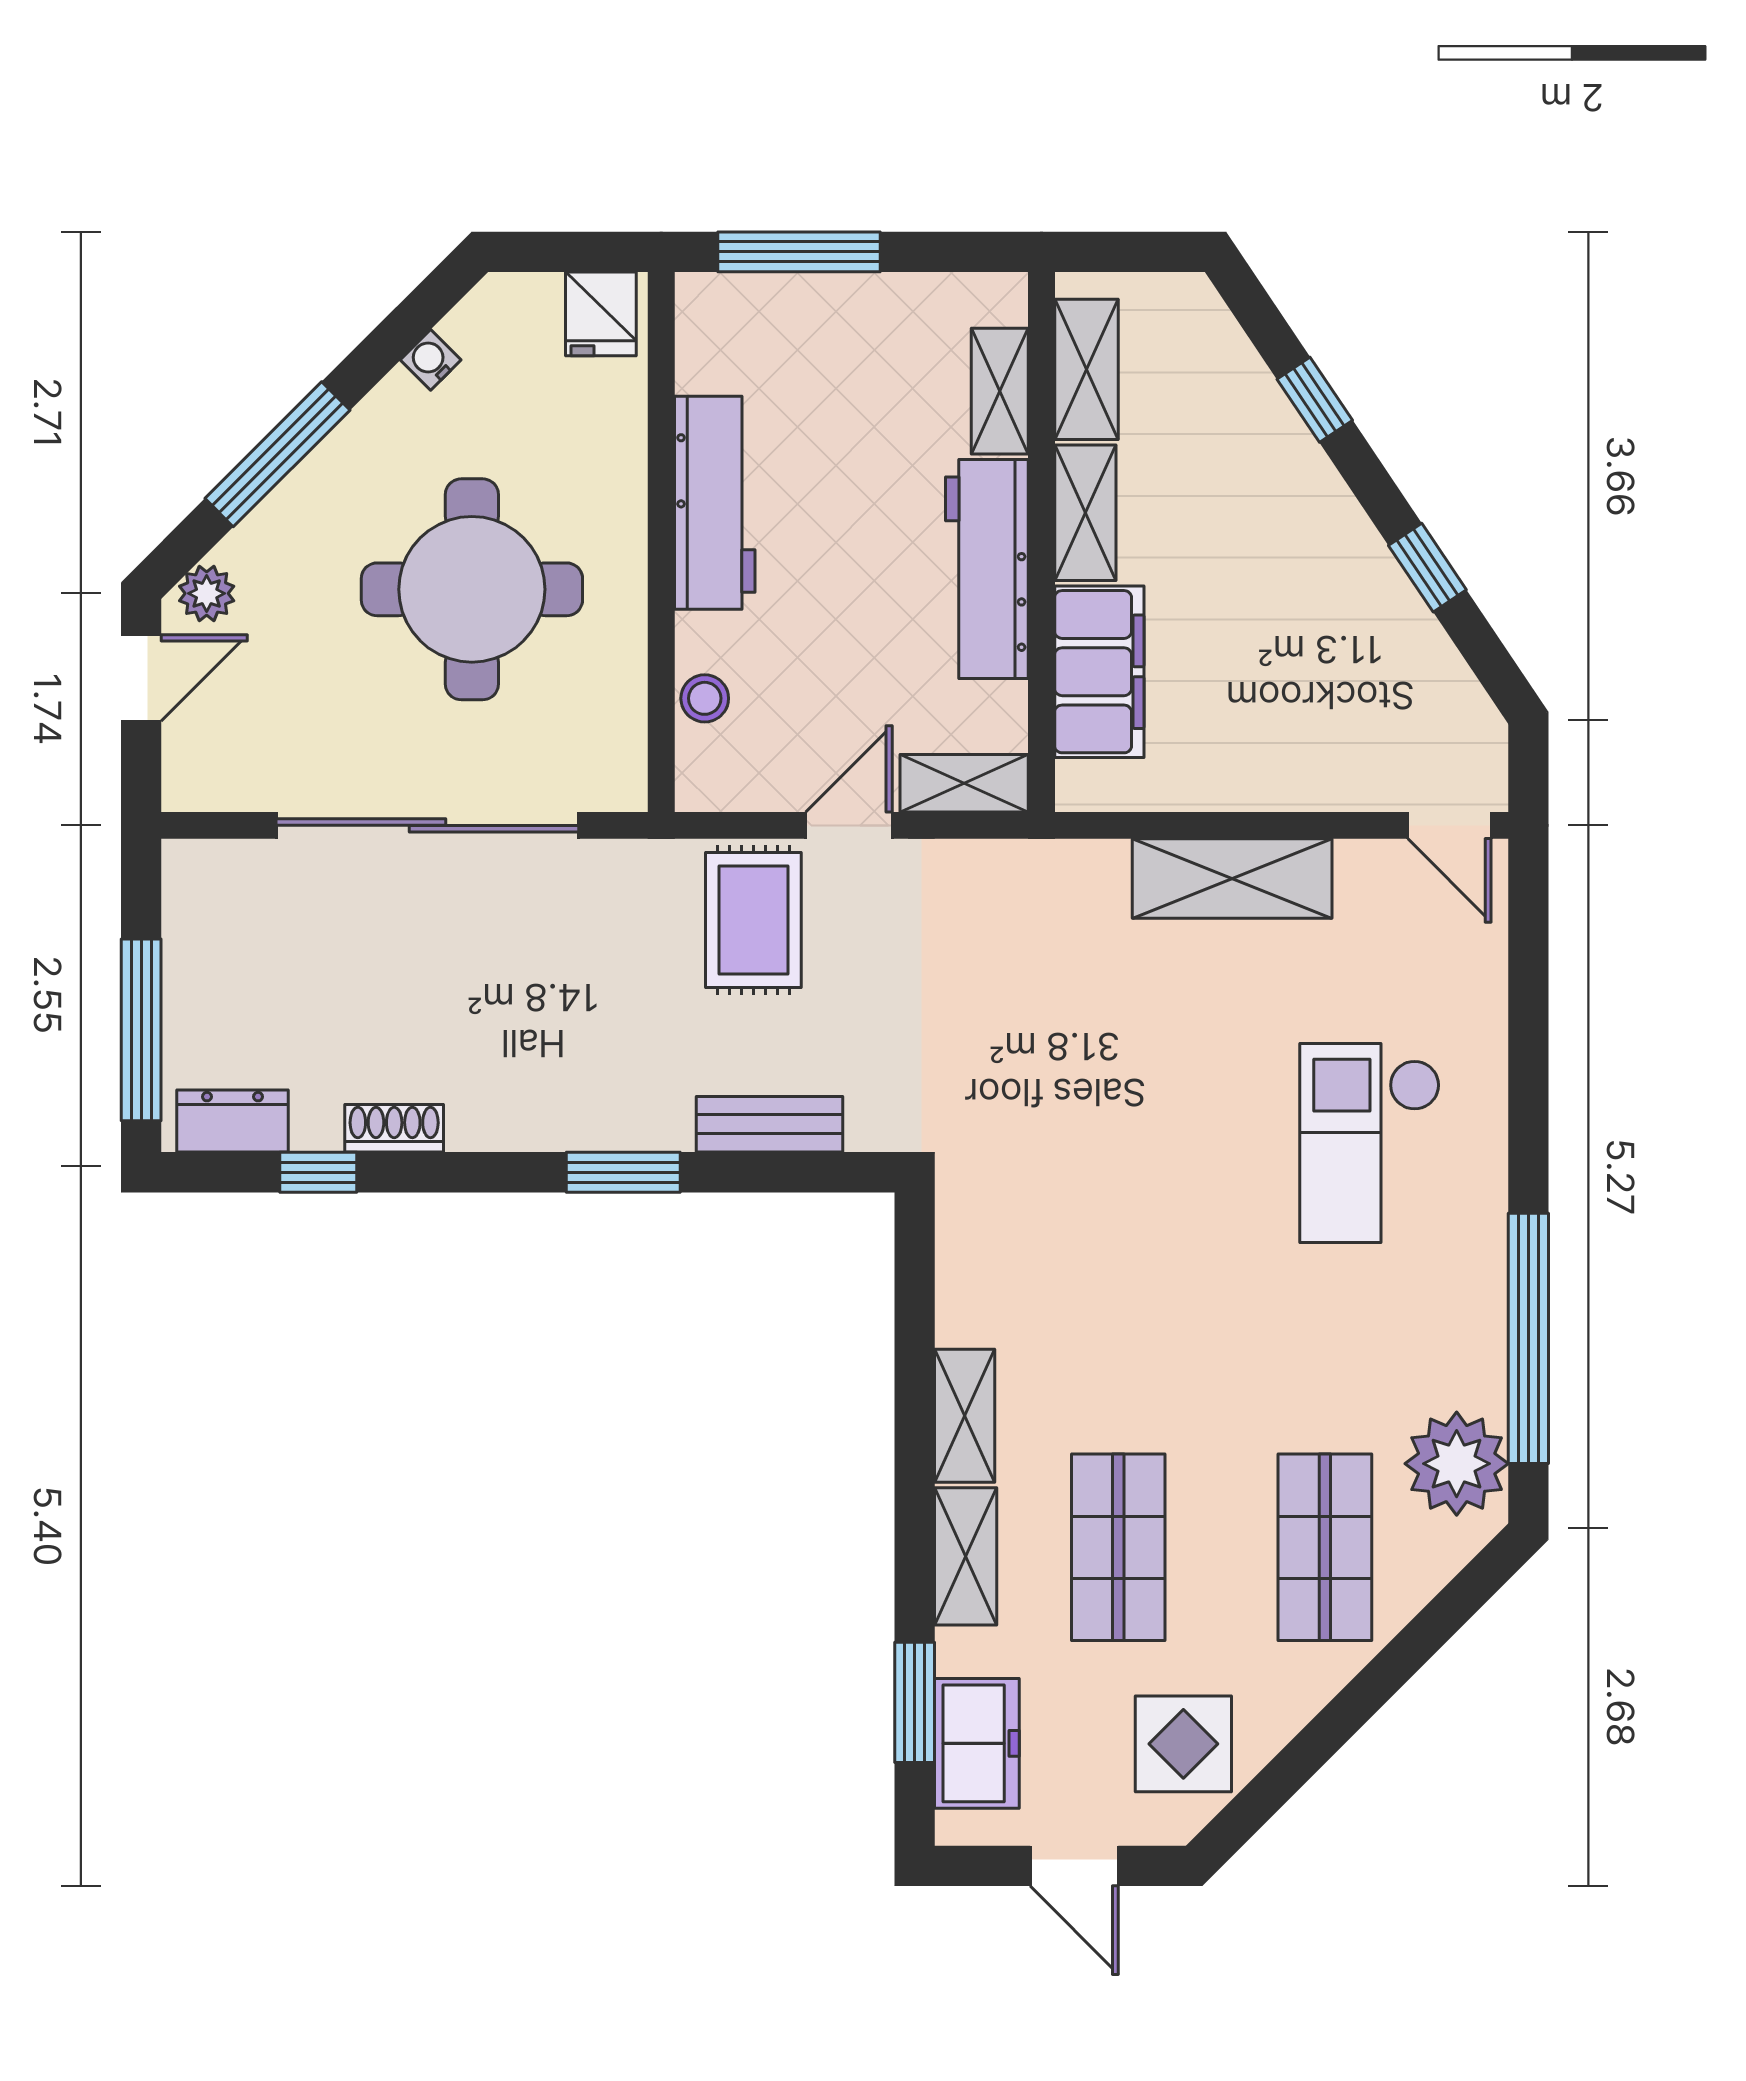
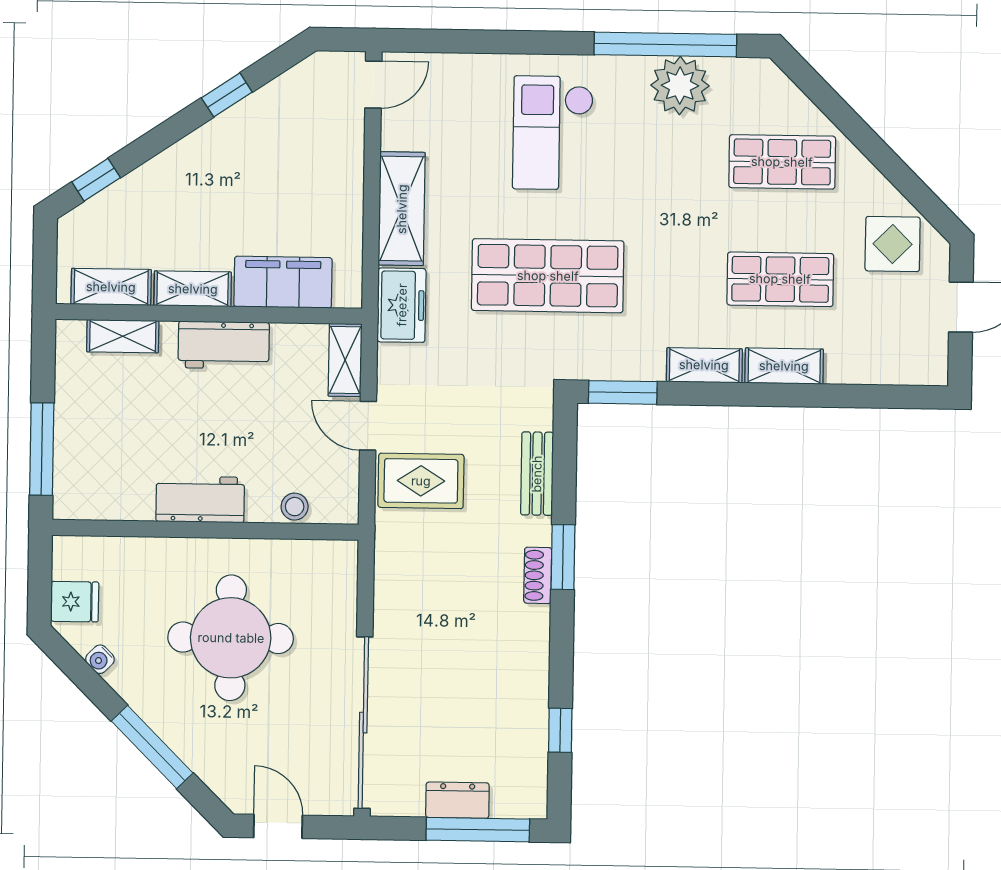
fridge: (601, 314) -> (75, 602), moved
window: (1315, 400) -> (96, 180), moved
workbench: (715, 503) -> (200, 499), width x0.73
workbench: (987, 569) -> (224, 345), width x0.73
plant: (207, 593) -> (231, 788), removed
sliding door: (427, 825) -> (363, 723), moved
dresser: (233, 1121) -> (457, 800), moved, turned 90
shoe rack: (394, 1128) -> (538, 575), moved
shop shelf: (1118, 1138) -> (548, 276), added
checkout: (1370, 1143) -> (553, 133), turned 90
plant: (1457, 1464) -> (680, 86), moved
window: (915, 1702) -> (623, 392), moved
freezer: (977, 1743) -> (402, 305), moved, turned 90

